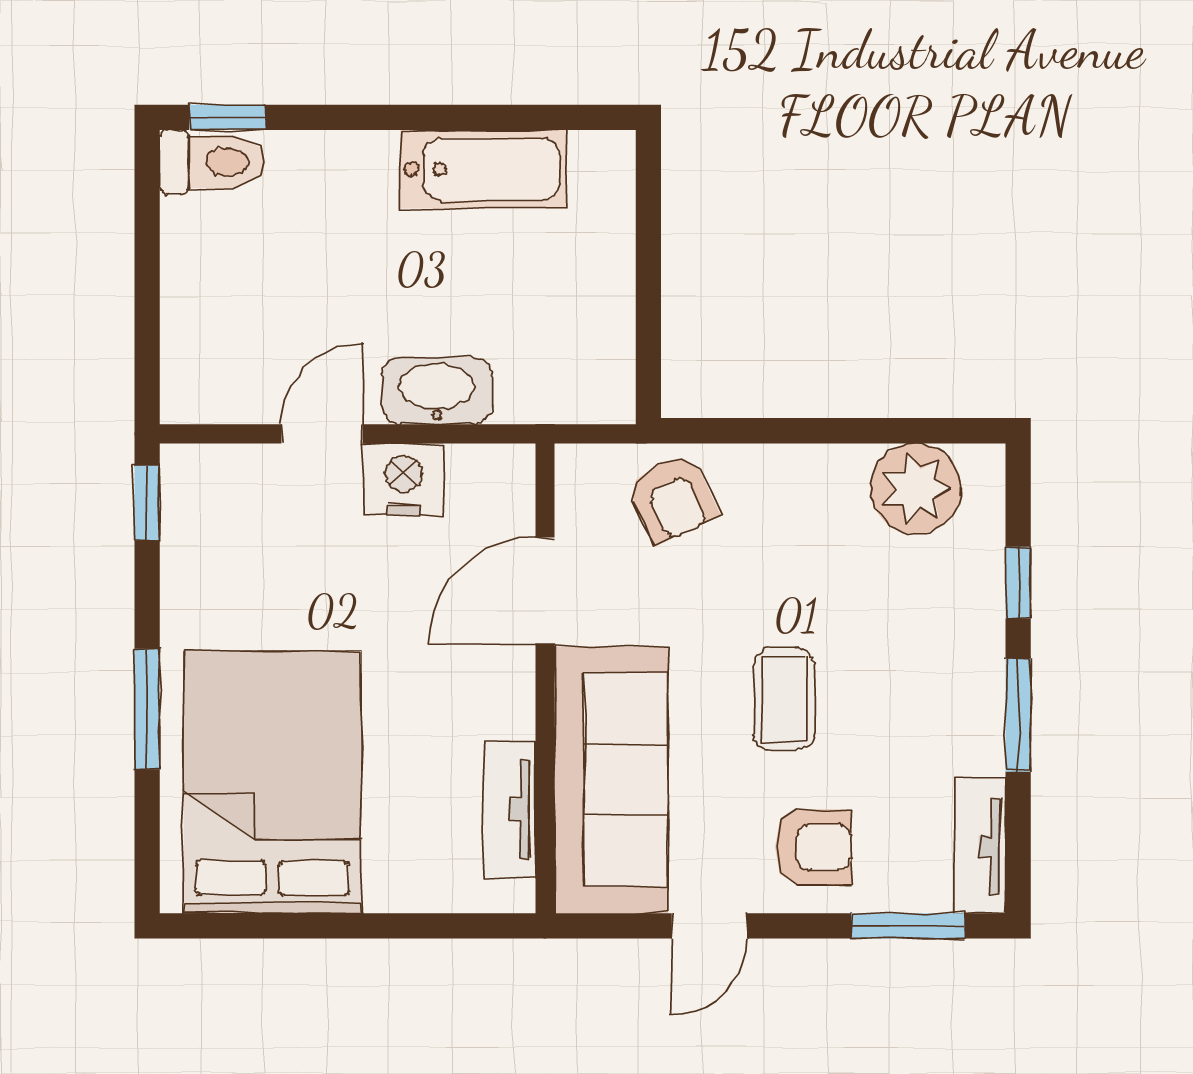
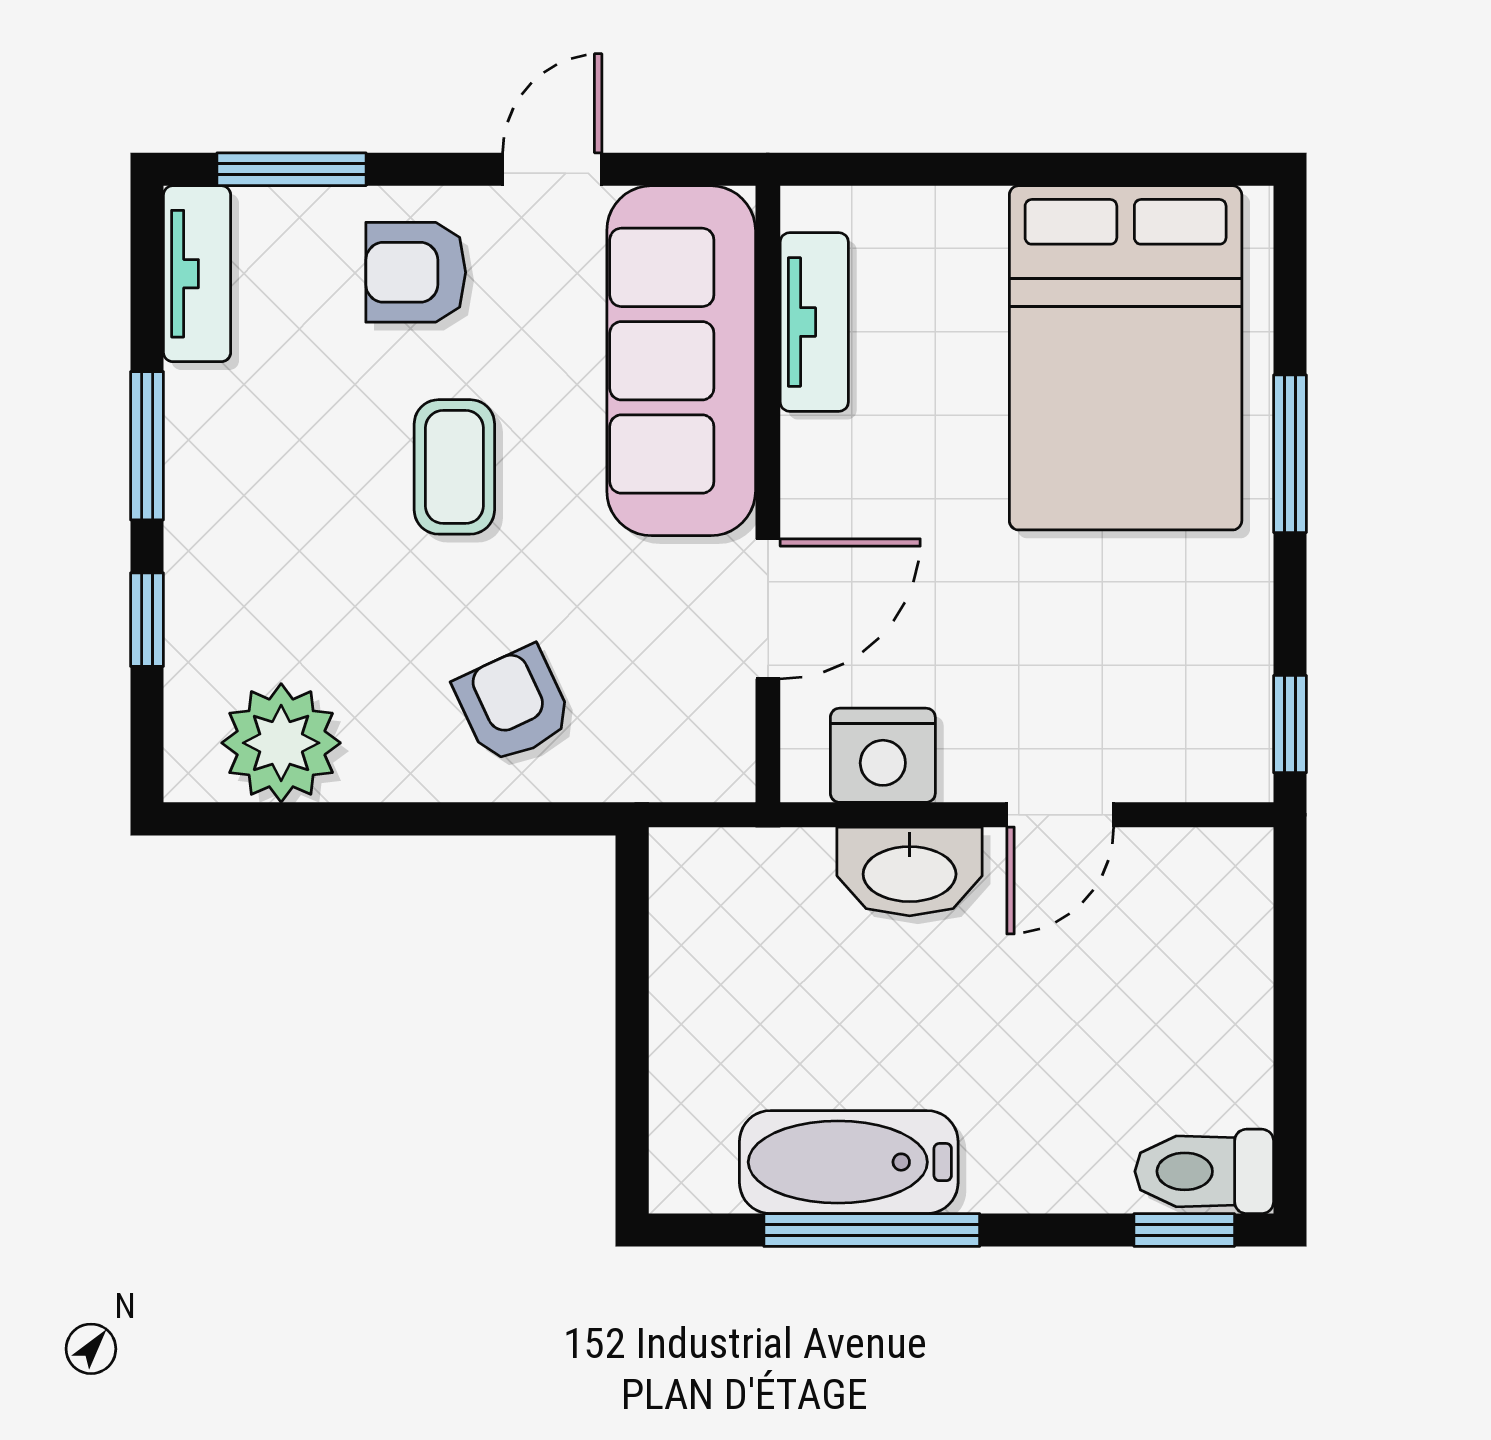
window: (466, 117) -> (872, 1230), added
nightstand: (403, 479) -> (883, 755), moved
armchair: (673, 498) -> (513, 705), moved

